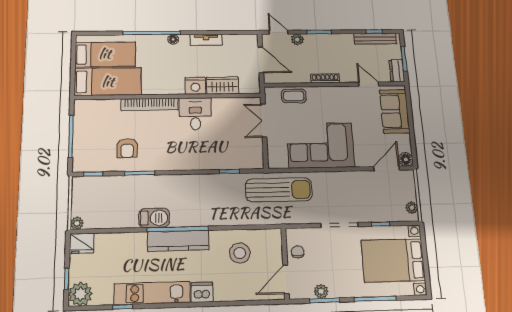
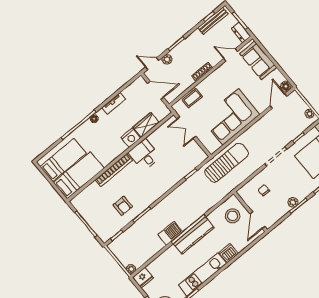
wall: (285, 263) -> (250, 212), moved
door: (286, 279) -> (257, 220), moved

